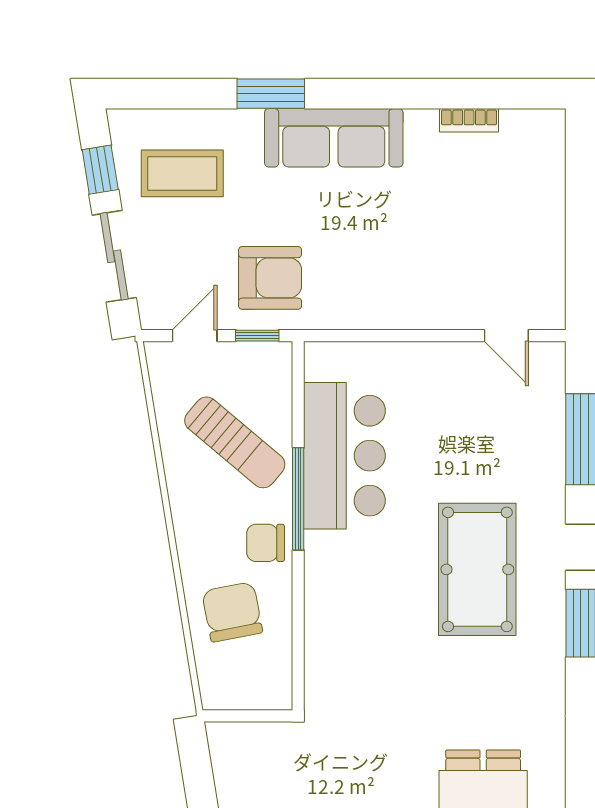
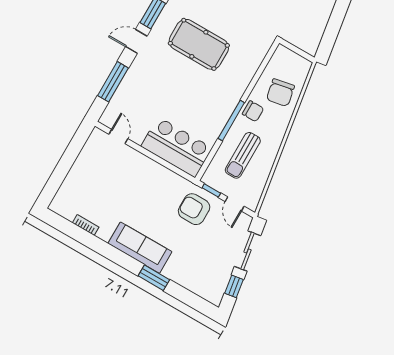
coffee table: (182, 173) -> (204, 267), removed
door: (195, 336) -> (235, 204), hinge flipped
sun lounger: (235, 442) -> (243, 155), turned -130
bar counter: (344, 456) -> (177, 147), moved, turned 90
pool table: (477, 569) -> (199, 44), moved, turned 90

